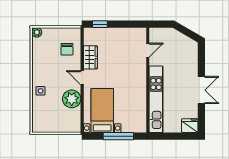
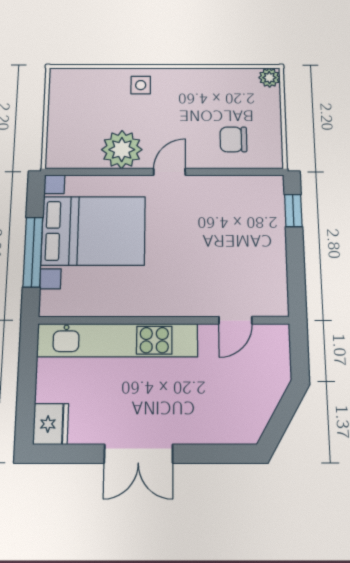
door: (148, 50) -> (235, 320), hinge flipped
wardrobe: (90, 57) -> (216, 190), removed
bed with nightstands: (102, 110) -> (93, 231), width x1.36

